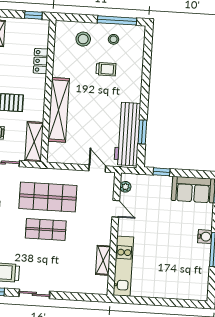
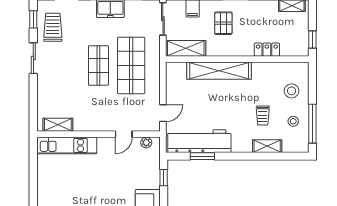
shelving: (137, 67) -> (267, 146), added
shelving: (103, 260) -> (58, 125), moved

